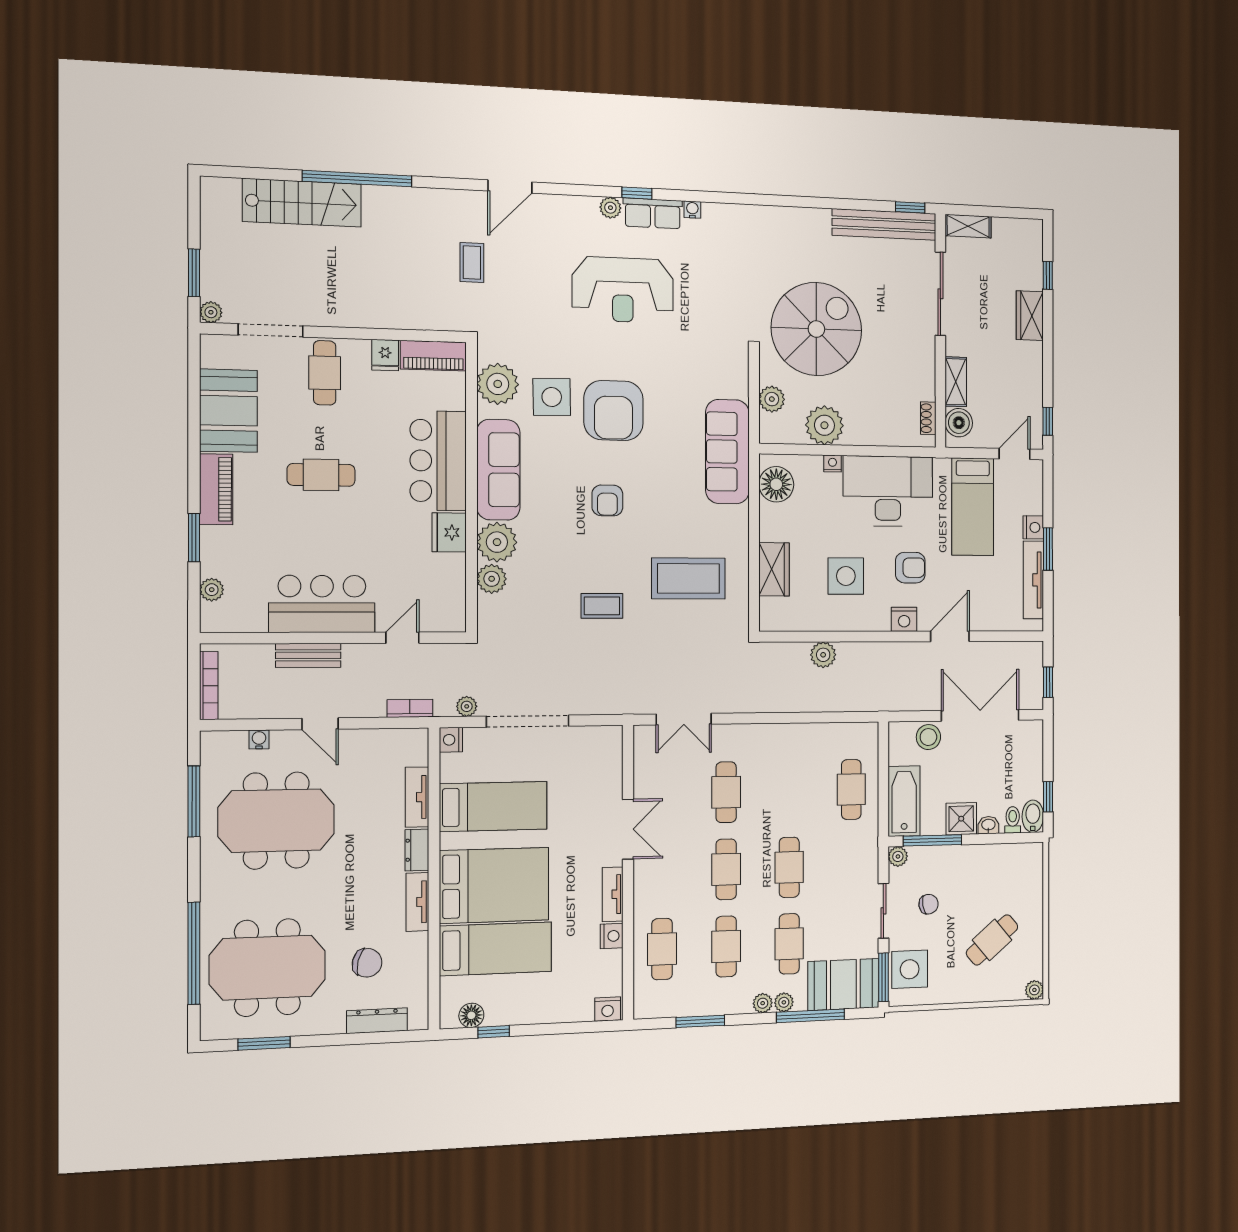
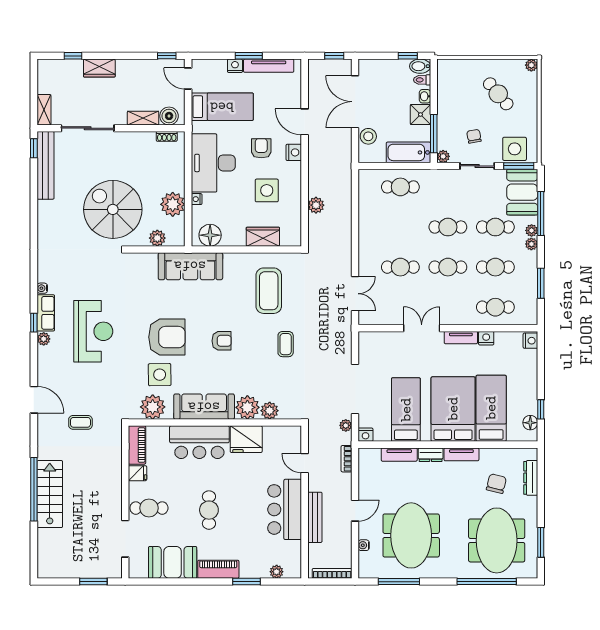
stairs: (302, 203) -> (50, 494), moved
plant: (211, 312) -> (116, 572), removed
fridge: (449, 532) -> (246, 439), width x1.36, depth x1.34
bench: (308, 655) -> (315, 517), width x1.36

